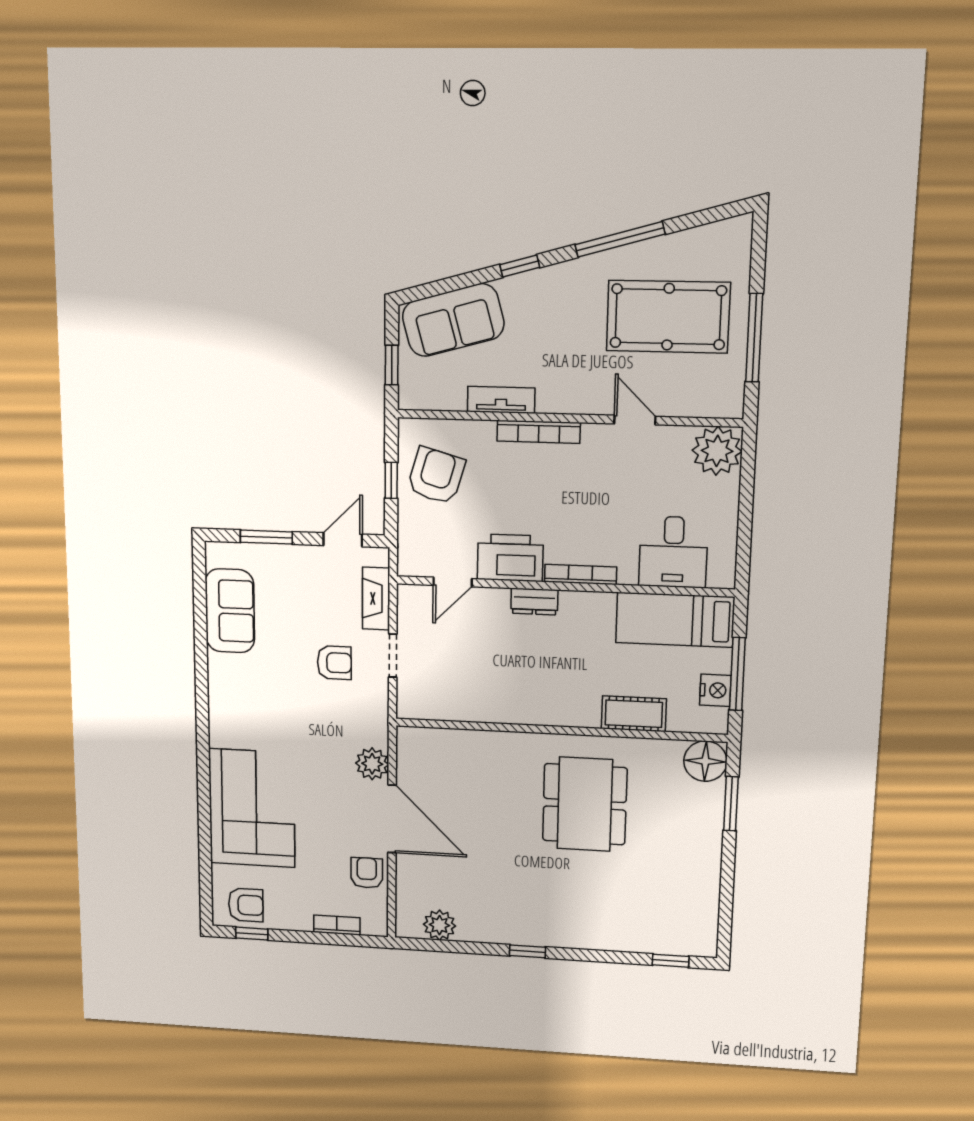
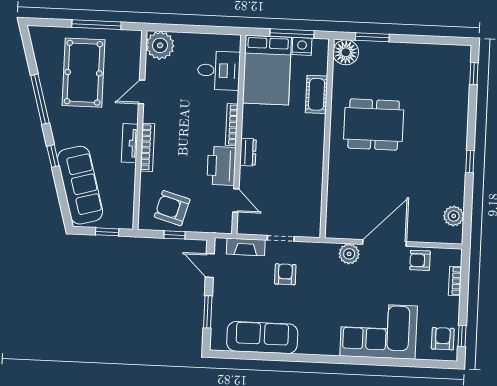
sofa: (453, 320) -> (80, 185), width x1.36
tv unit: (501, 400) -> (130, 143), moved
sofa: (230, 611) -> (262, 338), width x1.36
bed: (675, 620) -> (267, 70), width x1.50

